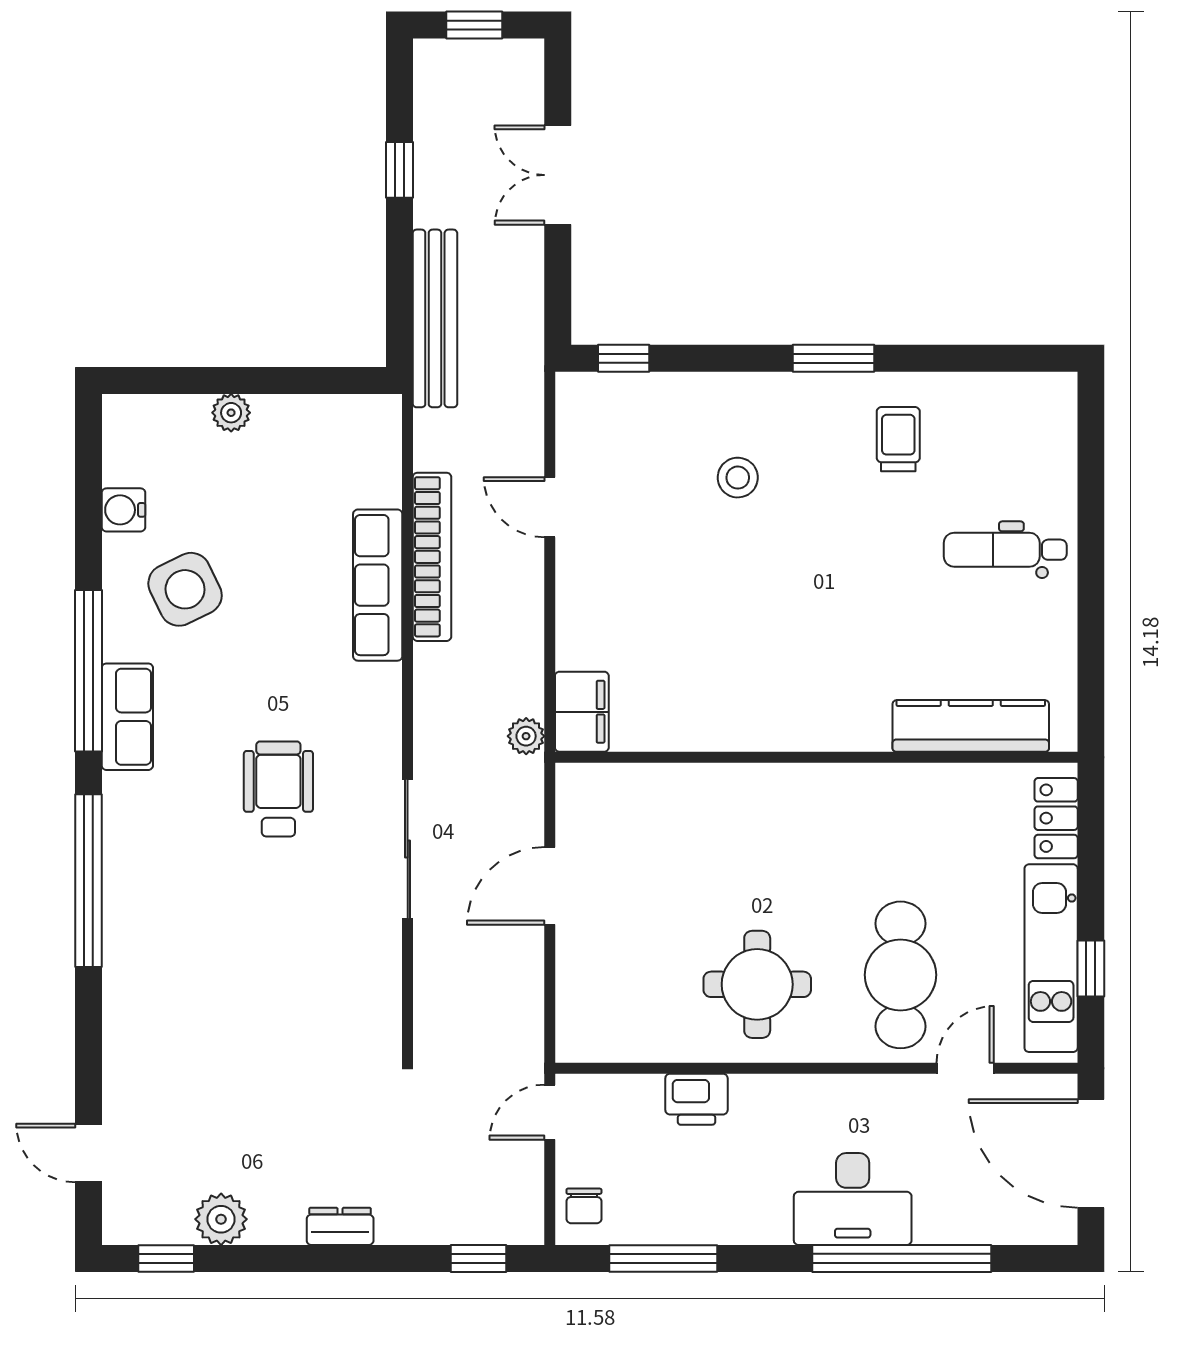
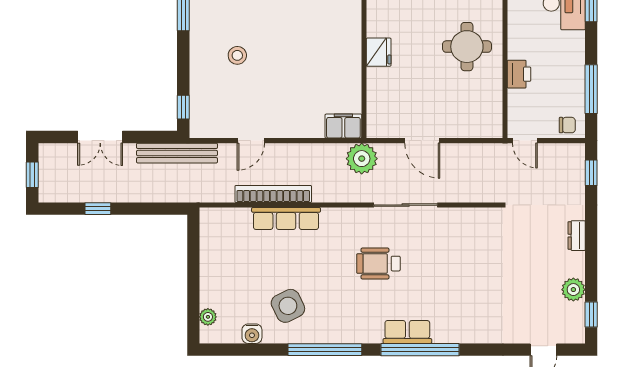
bench: (435, 318) -> (177, 153), moved
plant: (231, 413) -> (208, 317), moved
row of seats: (127, 717) -> (407, 332), moved
plant: (526, 736) -> (362, 159), width x1.88, depth x1.88
fridge: (745, 790) -> (379, 52), added

